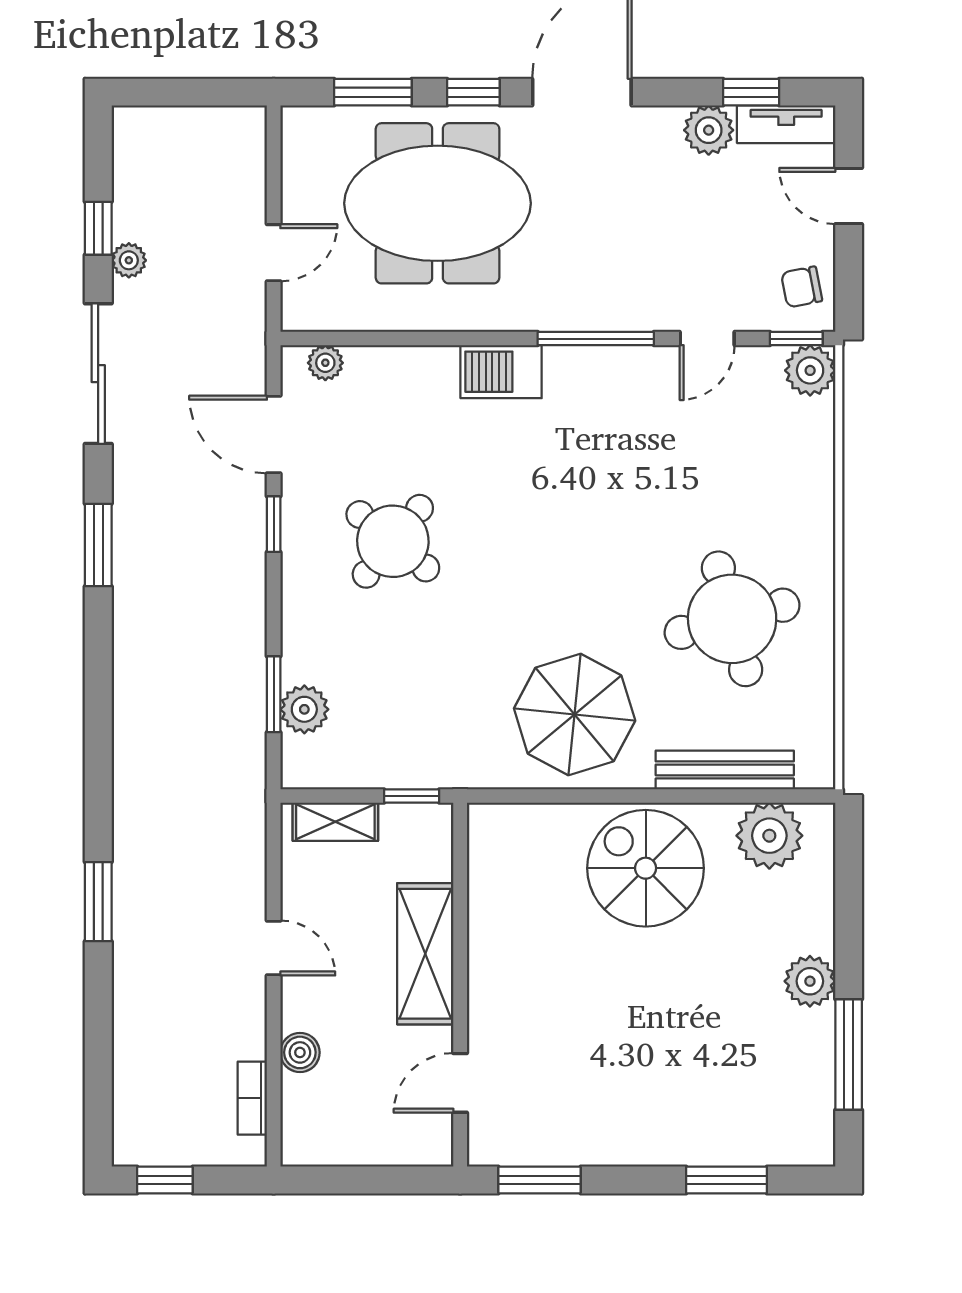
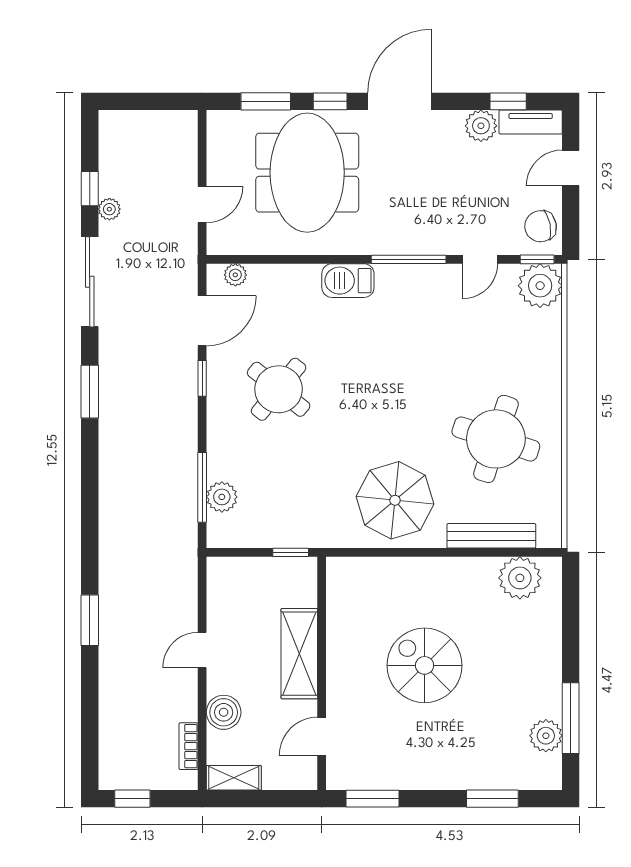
door: (849, 196) -> (571, 168), hinge flipped
meeting table: (438, 203) -> (307, 173), turned 90
chair: (802, 287) -> (541, 226), width x1.37, depth x1.37
plant: (810, 370) -> (540, 286), width x1.36, depth x1.36
door: (274, 435) -> (202, 321), swing flipped
round table: (732, 619) -> (496, 439), turned 33
window: (274, 694) -> (202, 487), width x1.44
shelving: (335, 822) -> (234, 778), moved
spiral stairs: (646, 868) -> (425, 665), moved
door: (274, 948) -> (202, 650), swing flipped
plant: (810, 981) -> (546, 736), moved
boiler: (300, 1052) -> (224, 712), width x1.36, depth x1.36

